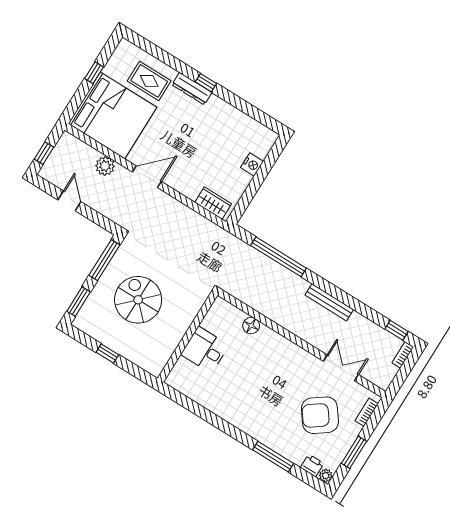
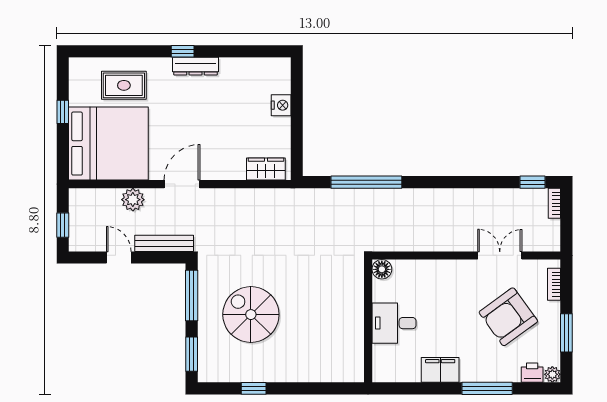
dresser: (192, 89) -> (195, 66), moved
bench: (329, 302) -> (164, 243), moved
wall: (188, 337) -> (368, 321), moved
desk: (205, 350) -> (394, 323), moved
filing cabinet: (248, 423) -> (440, 370), added

